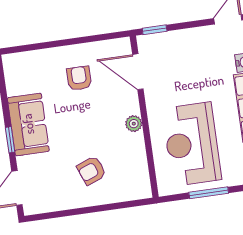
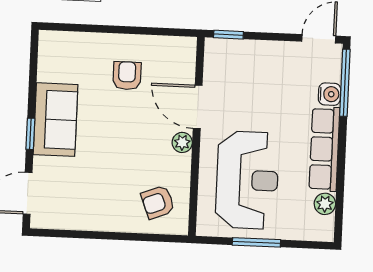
door: (138, 72) -> (198, 107), moved
reception desk: (192, 144) -> (247, 180), turned 180
armchair: (91, 170) -> (158, 202), moved

